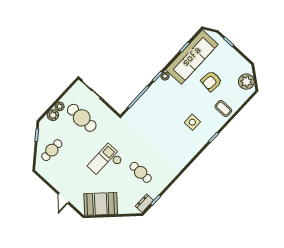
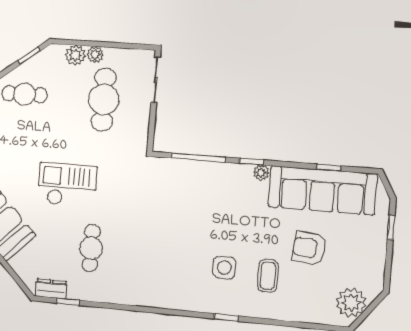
coffee table: (223, 108) -> (268, 276), moved

